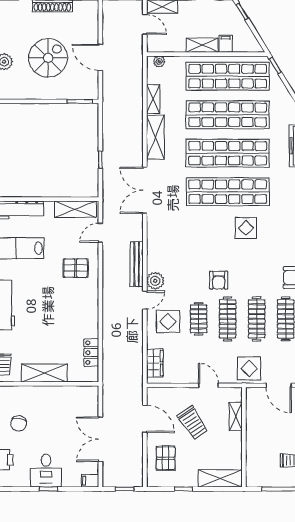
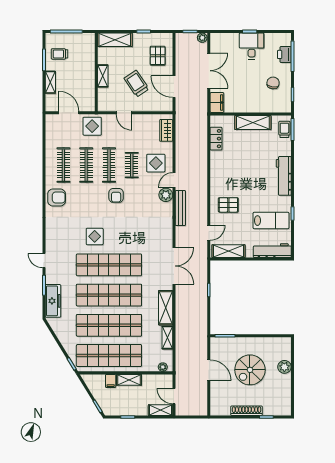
armchair: (219, 280) -> (116, 195), turned 180
shelving: (236, 416) -> (103, 76), moved
filing cabinet: (90, 481) -> (217, 103), moved, width x2.00
plant: (109, 481) -> (202, 38), added

